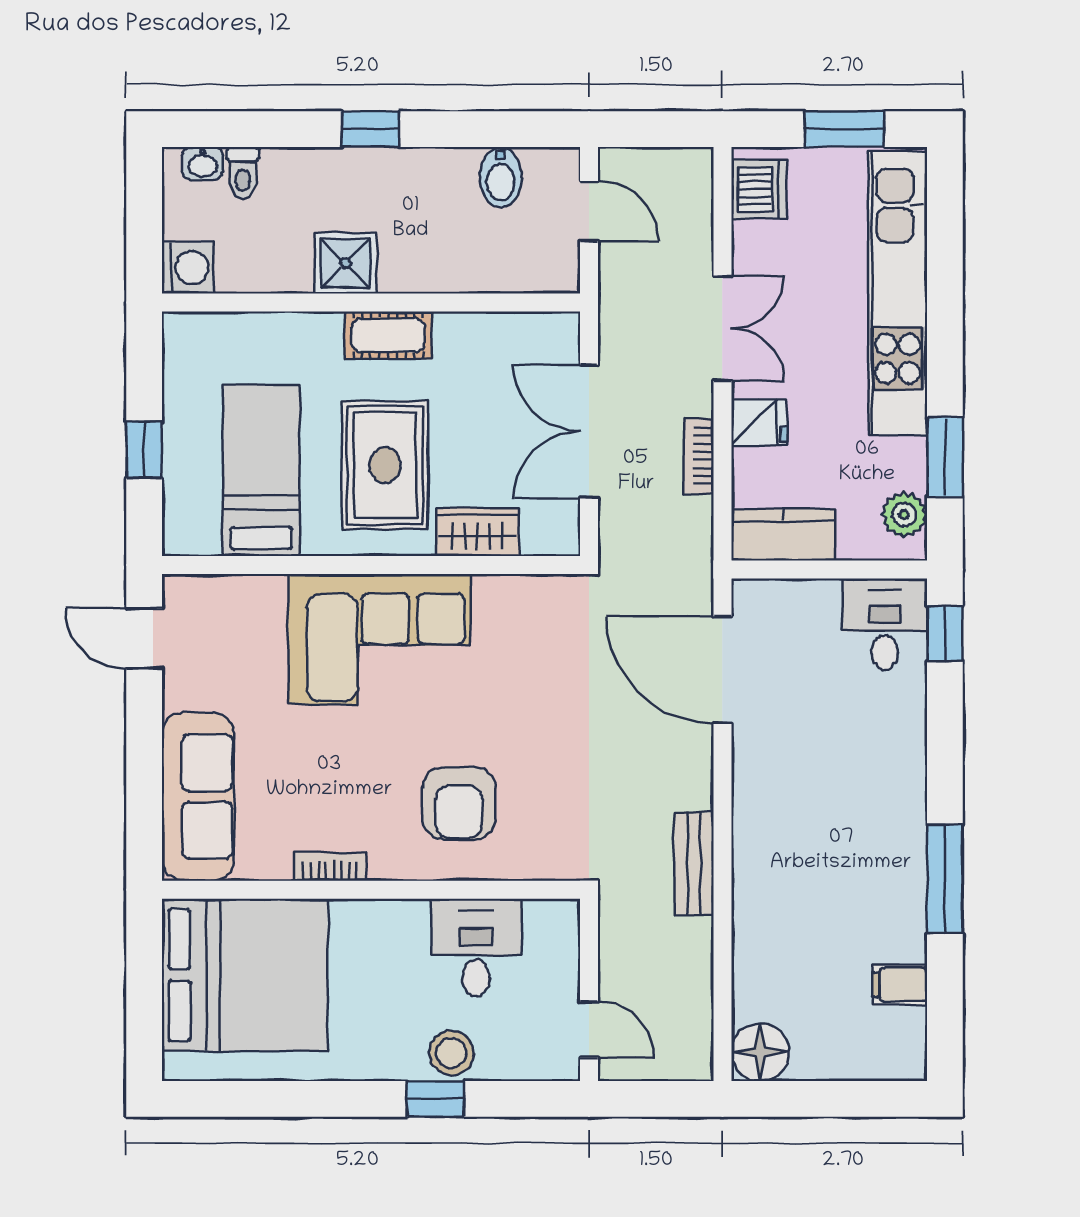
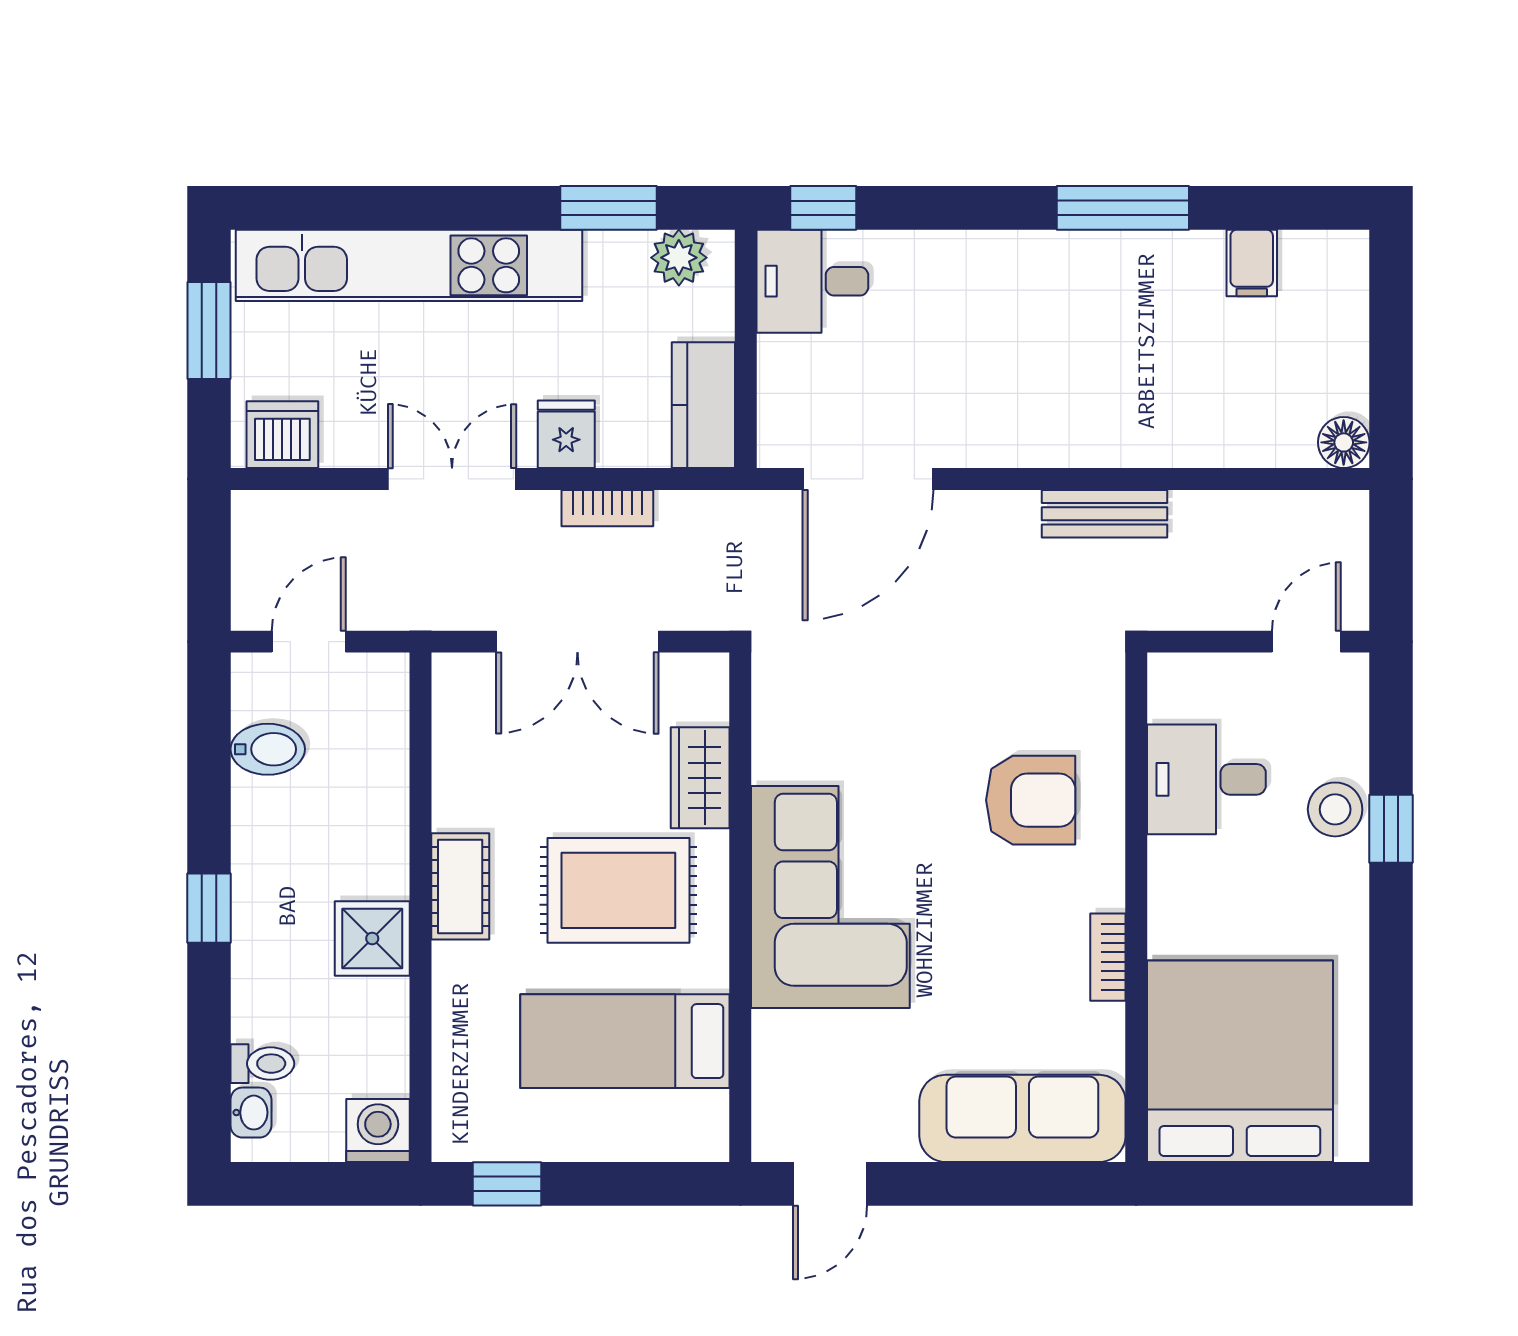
window: (144, 450) -> (507, 1184), moved
floor lamp: (760, 1052) -> (1344, 442), width x0.73, depth x0.73

